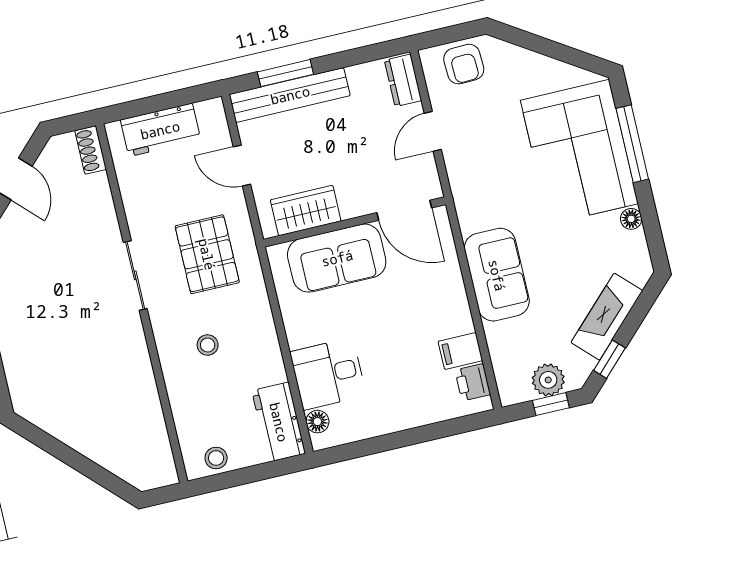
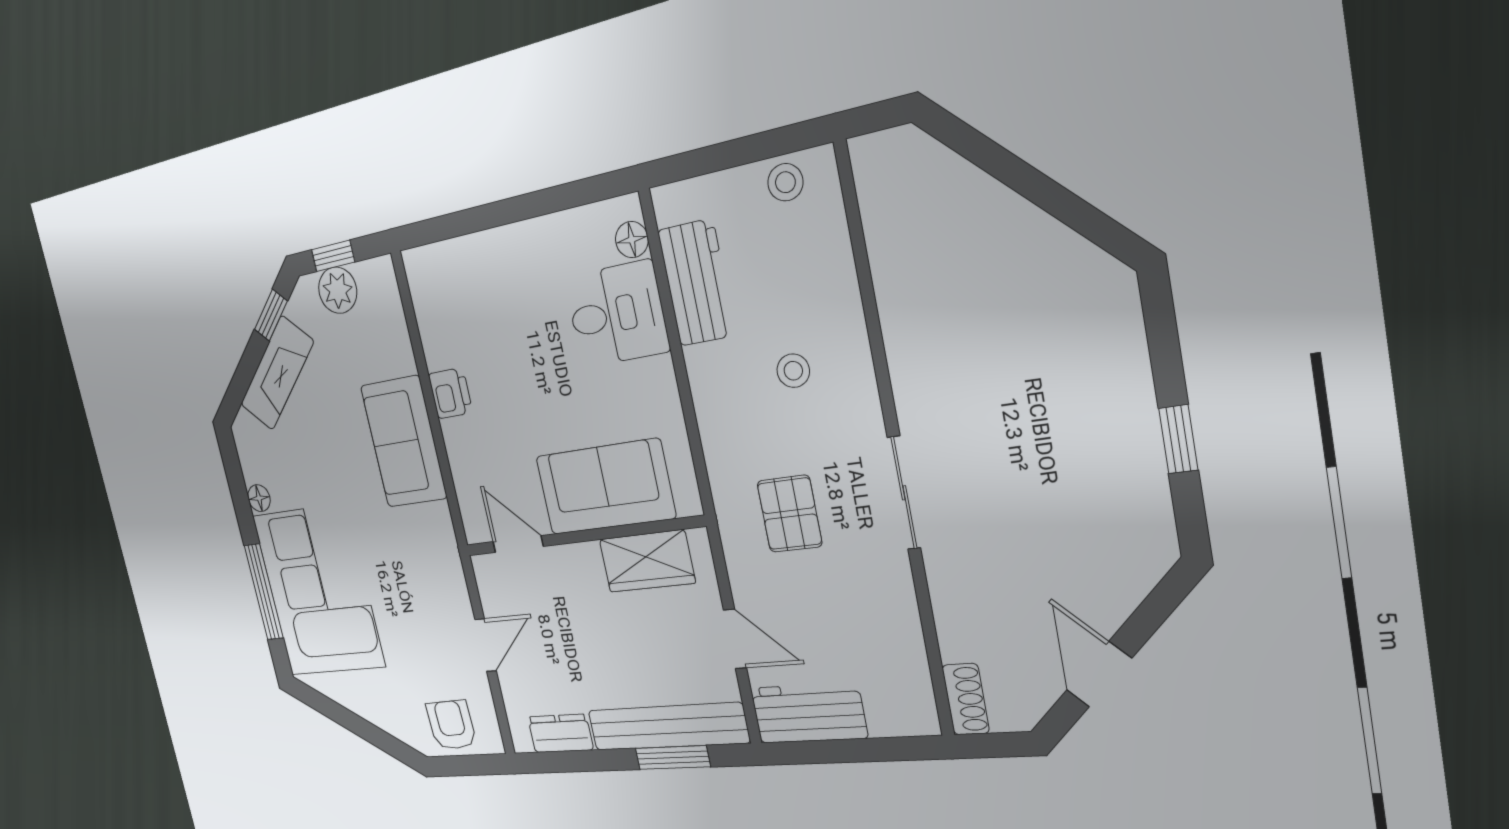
dresser: (403, 80) -> (560, 733), moved, turned -90
workbench: (160, 130) -> (809, 713), moved
door: (404, 210) -> (518, 544), width x0.73
pallet: (207, 254) -> (790, 514), width x0.67, depth x0.71
filing cabinet: (460, 351) -> (444, 338), removed
printer: (473, 382) -> (450, 393), moved
workbench: (279, 422) -> (697, 283), moved

